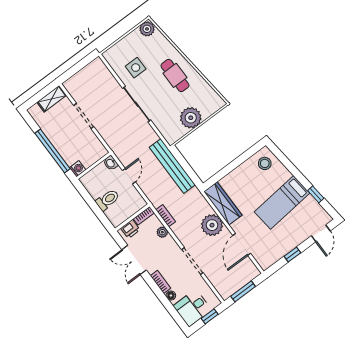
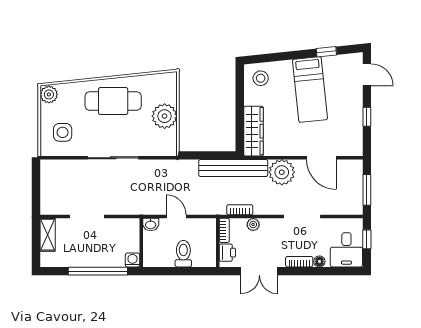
side table: (136, 68) -> (63, 132), moved
cafe table: (175, 75) -> (113, 101), width x1.37, depth x1.35
bench: (172, 166) -> (233, 168), moved
wardrobe: (223, 203) -> (254, 131), moved, turned 90

